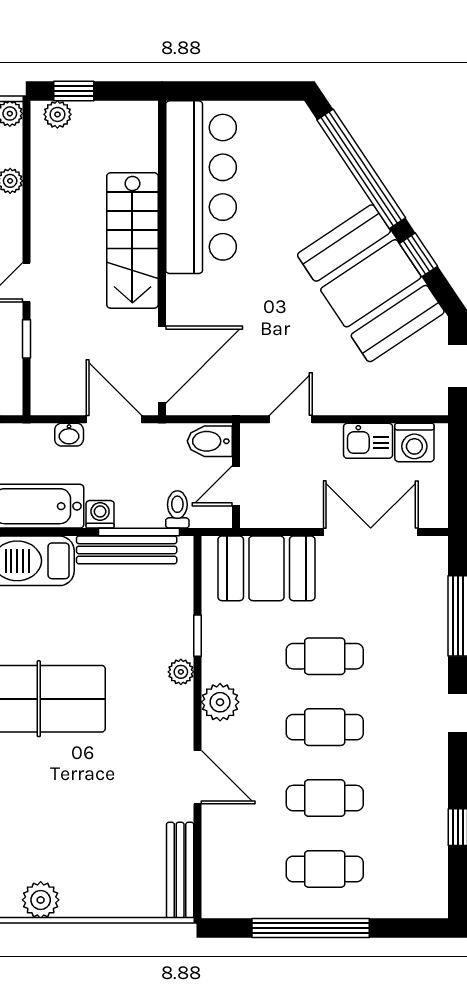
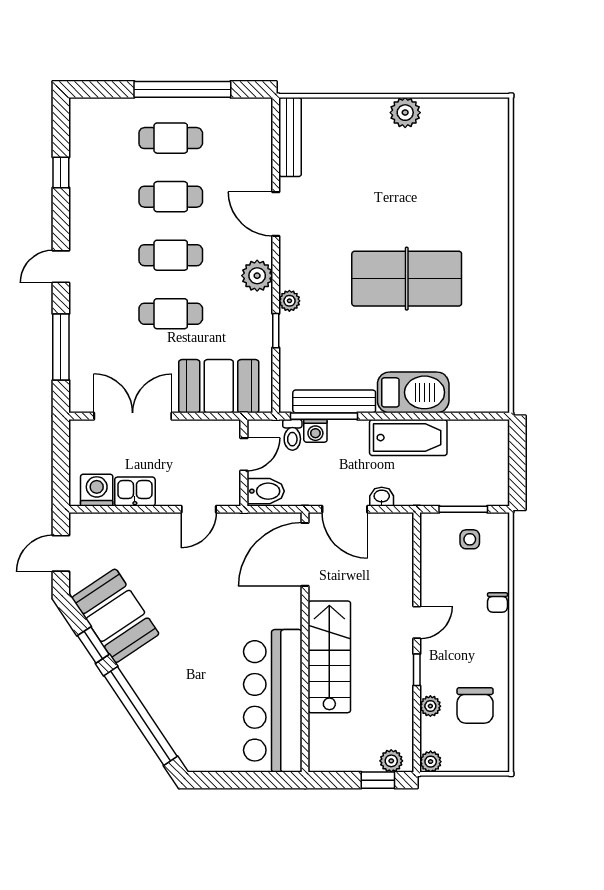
booth: (371, 283) -> (115, 616), width x0.73, depth x0.70
window: (27, 339) -> (417, 670), moved
washing machine: (100, 514) -> (315, 431), moved
double door: (371, 532) -> (133, 416), swing flipped

